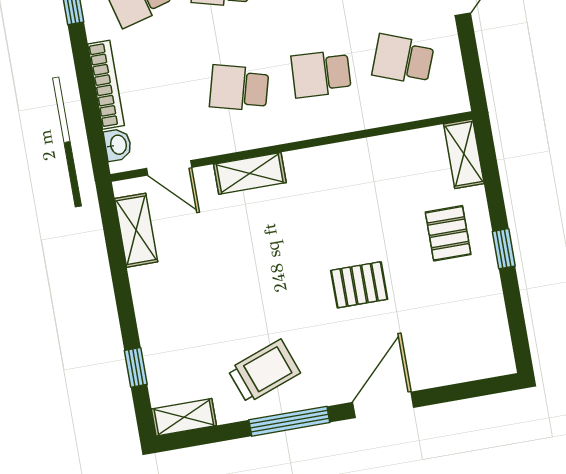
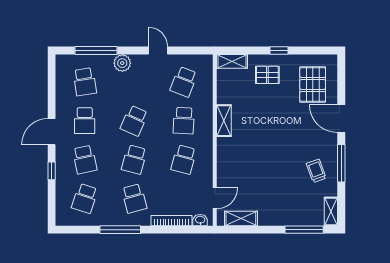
shelving: (250, 173) -> (224, 121), moved
pallet: (359, 285) -> (313, 84), moved, width x1.50, depth x1.42
window: (136, 367) -> (304, 230), width x2.17
trolley: (264, 371) -> (316, 171), width x0.73, depth x0.72

